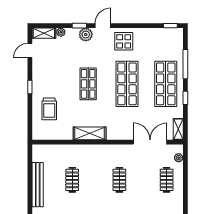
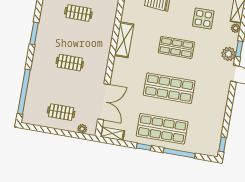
display table: (124, 41) -> (203, 18), moved

